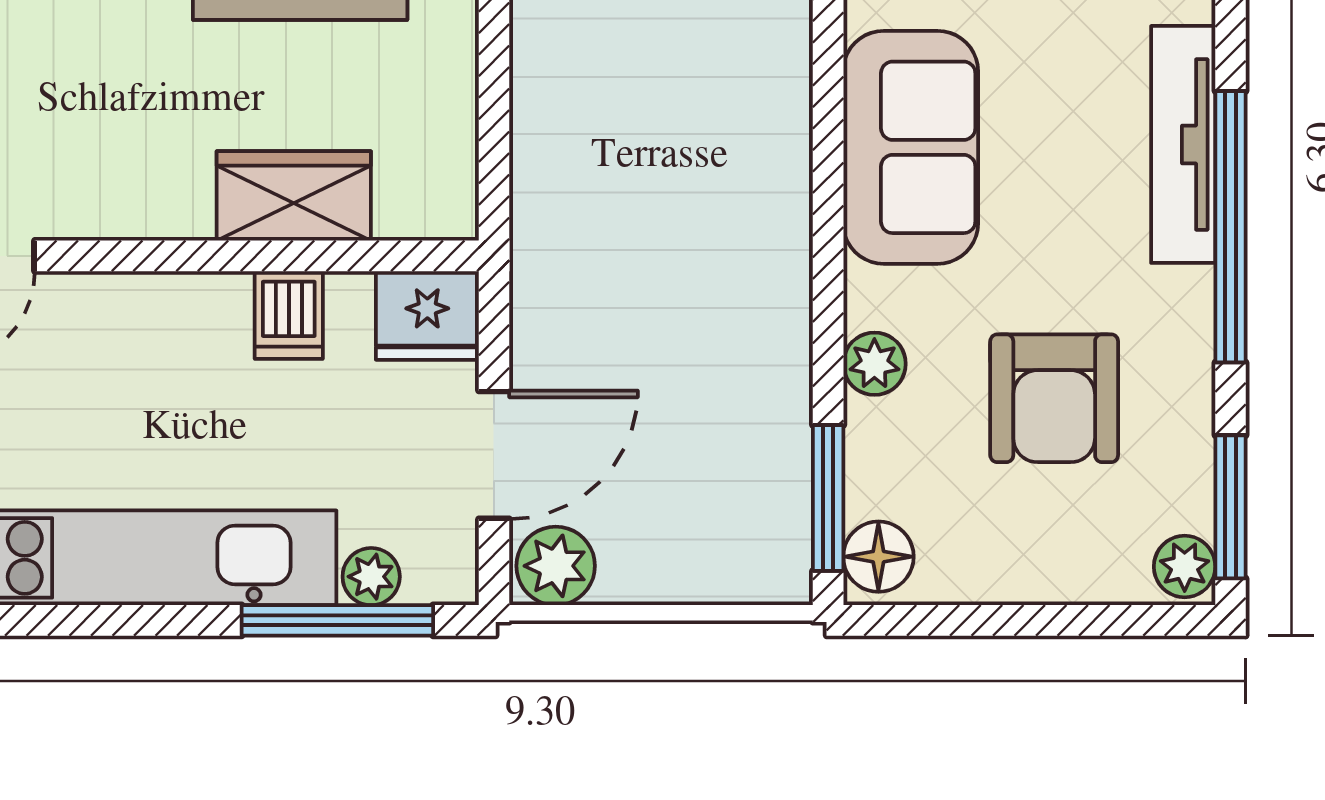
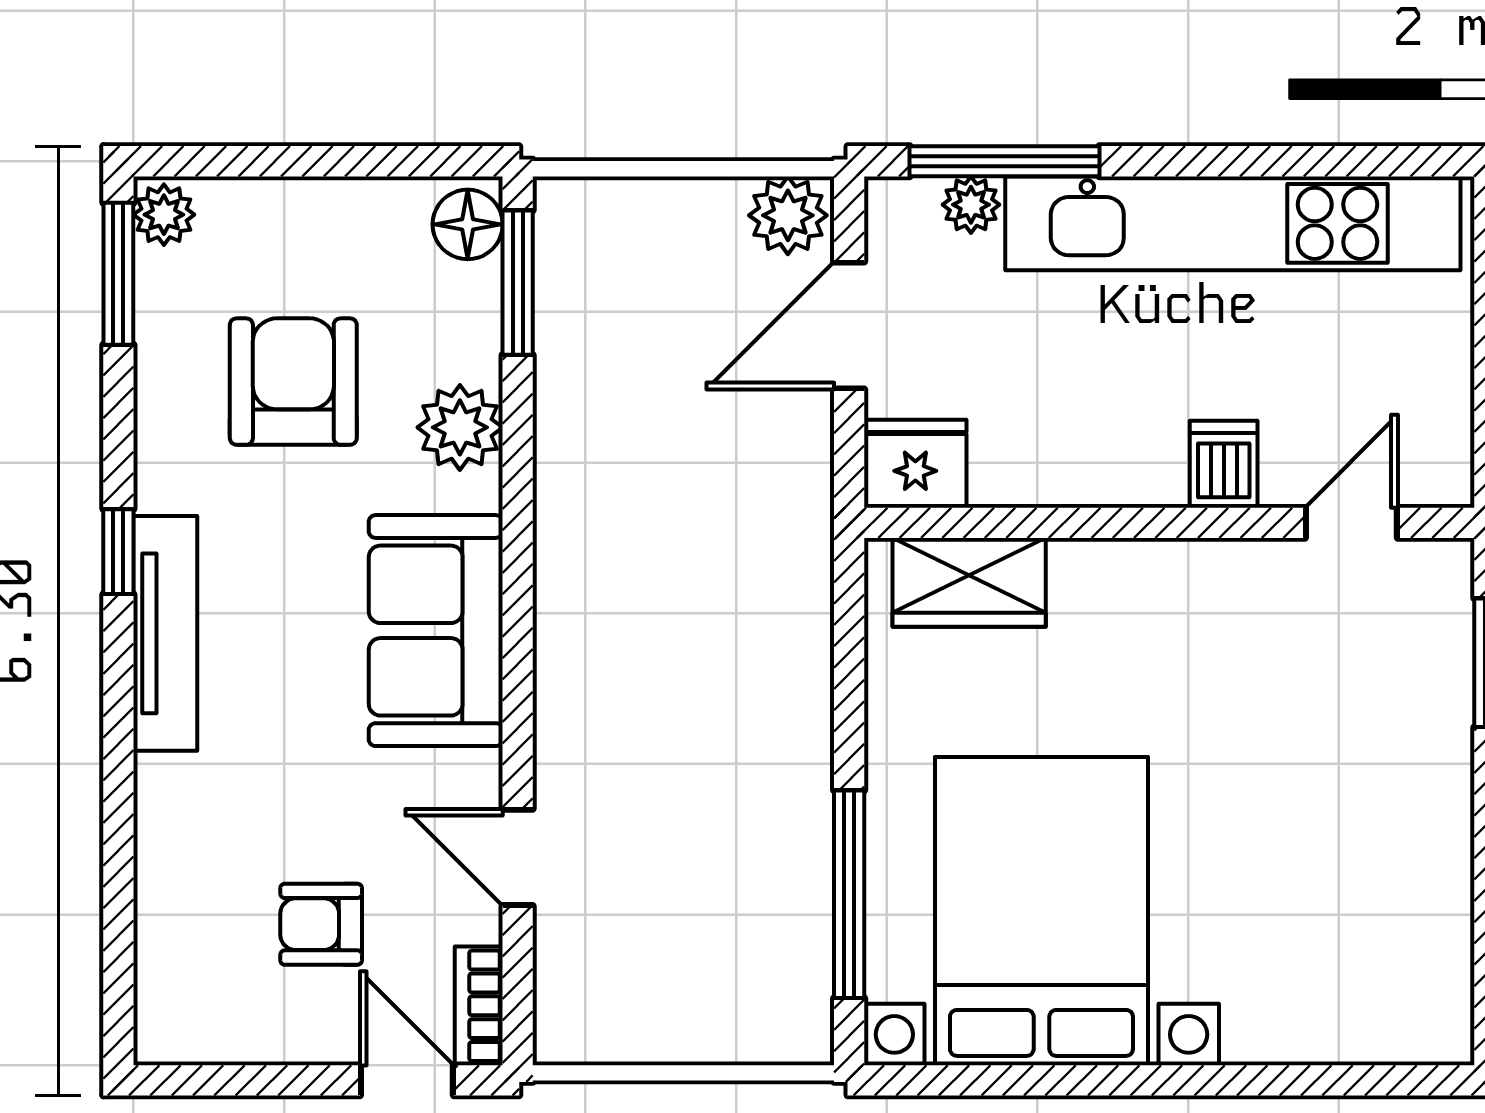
wardrobe: (294, 196) -> (969, 582), moved
window: (1231, 227) -> (118, 552), width x0.32
dishwasher: (289, 315) -> (1224, 464), moved
plant: (874, 364) -> (460, 427), width x1.38, depth x1.38

